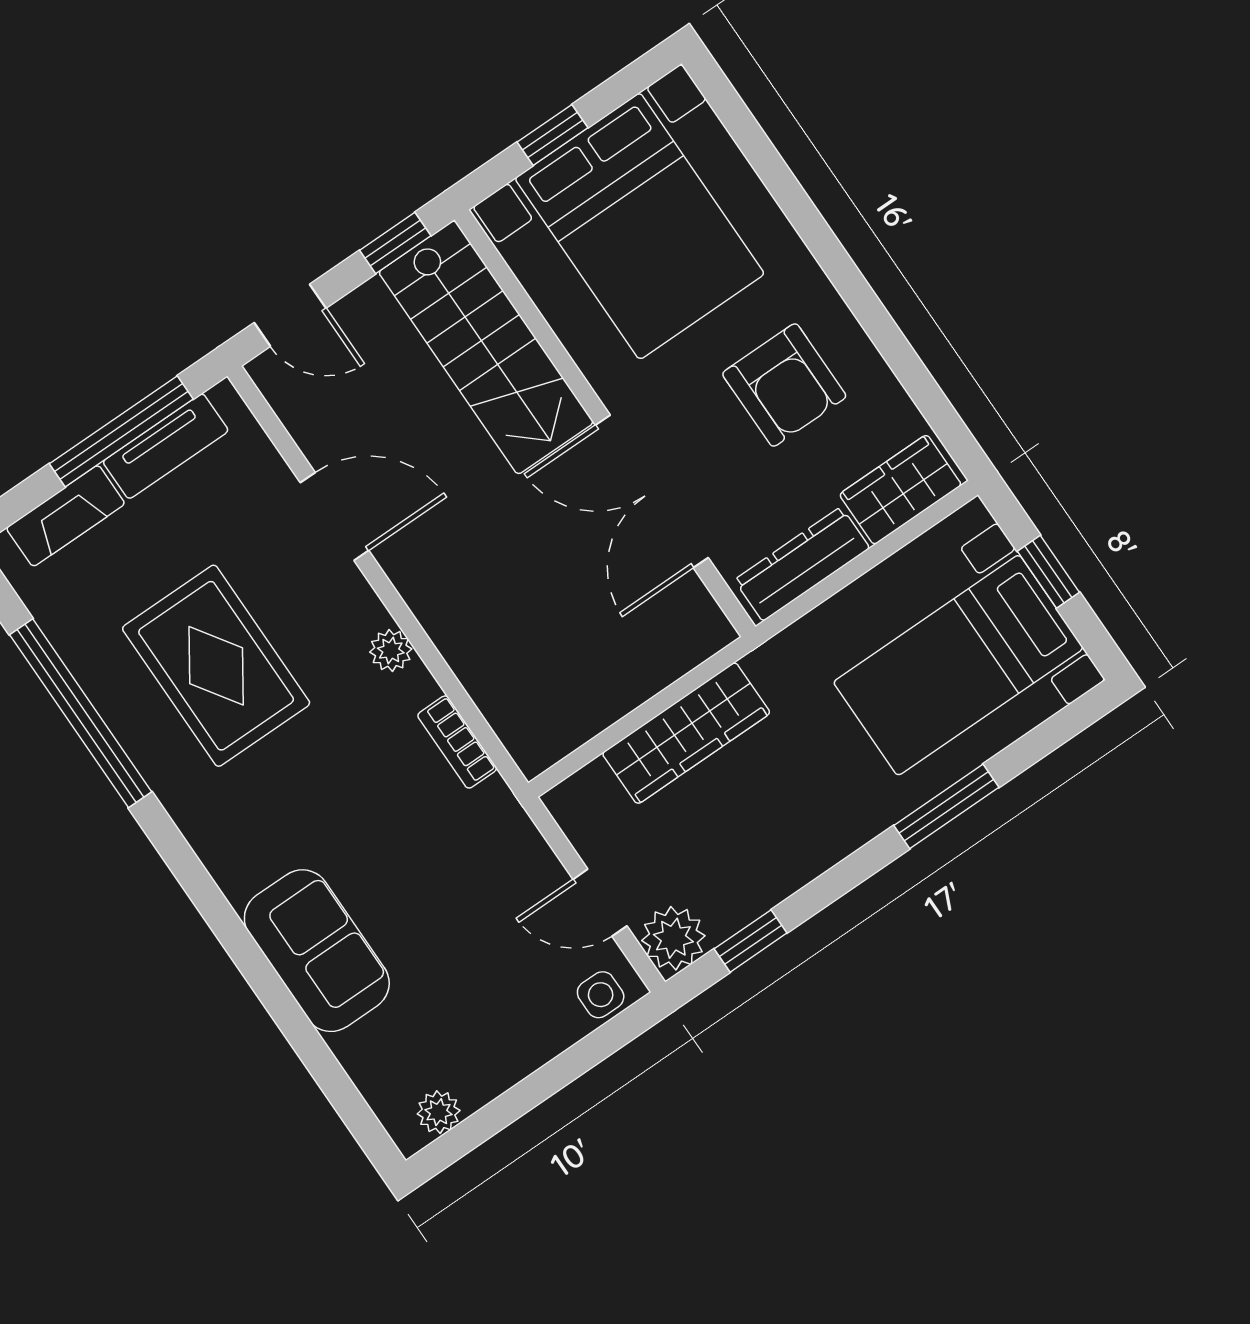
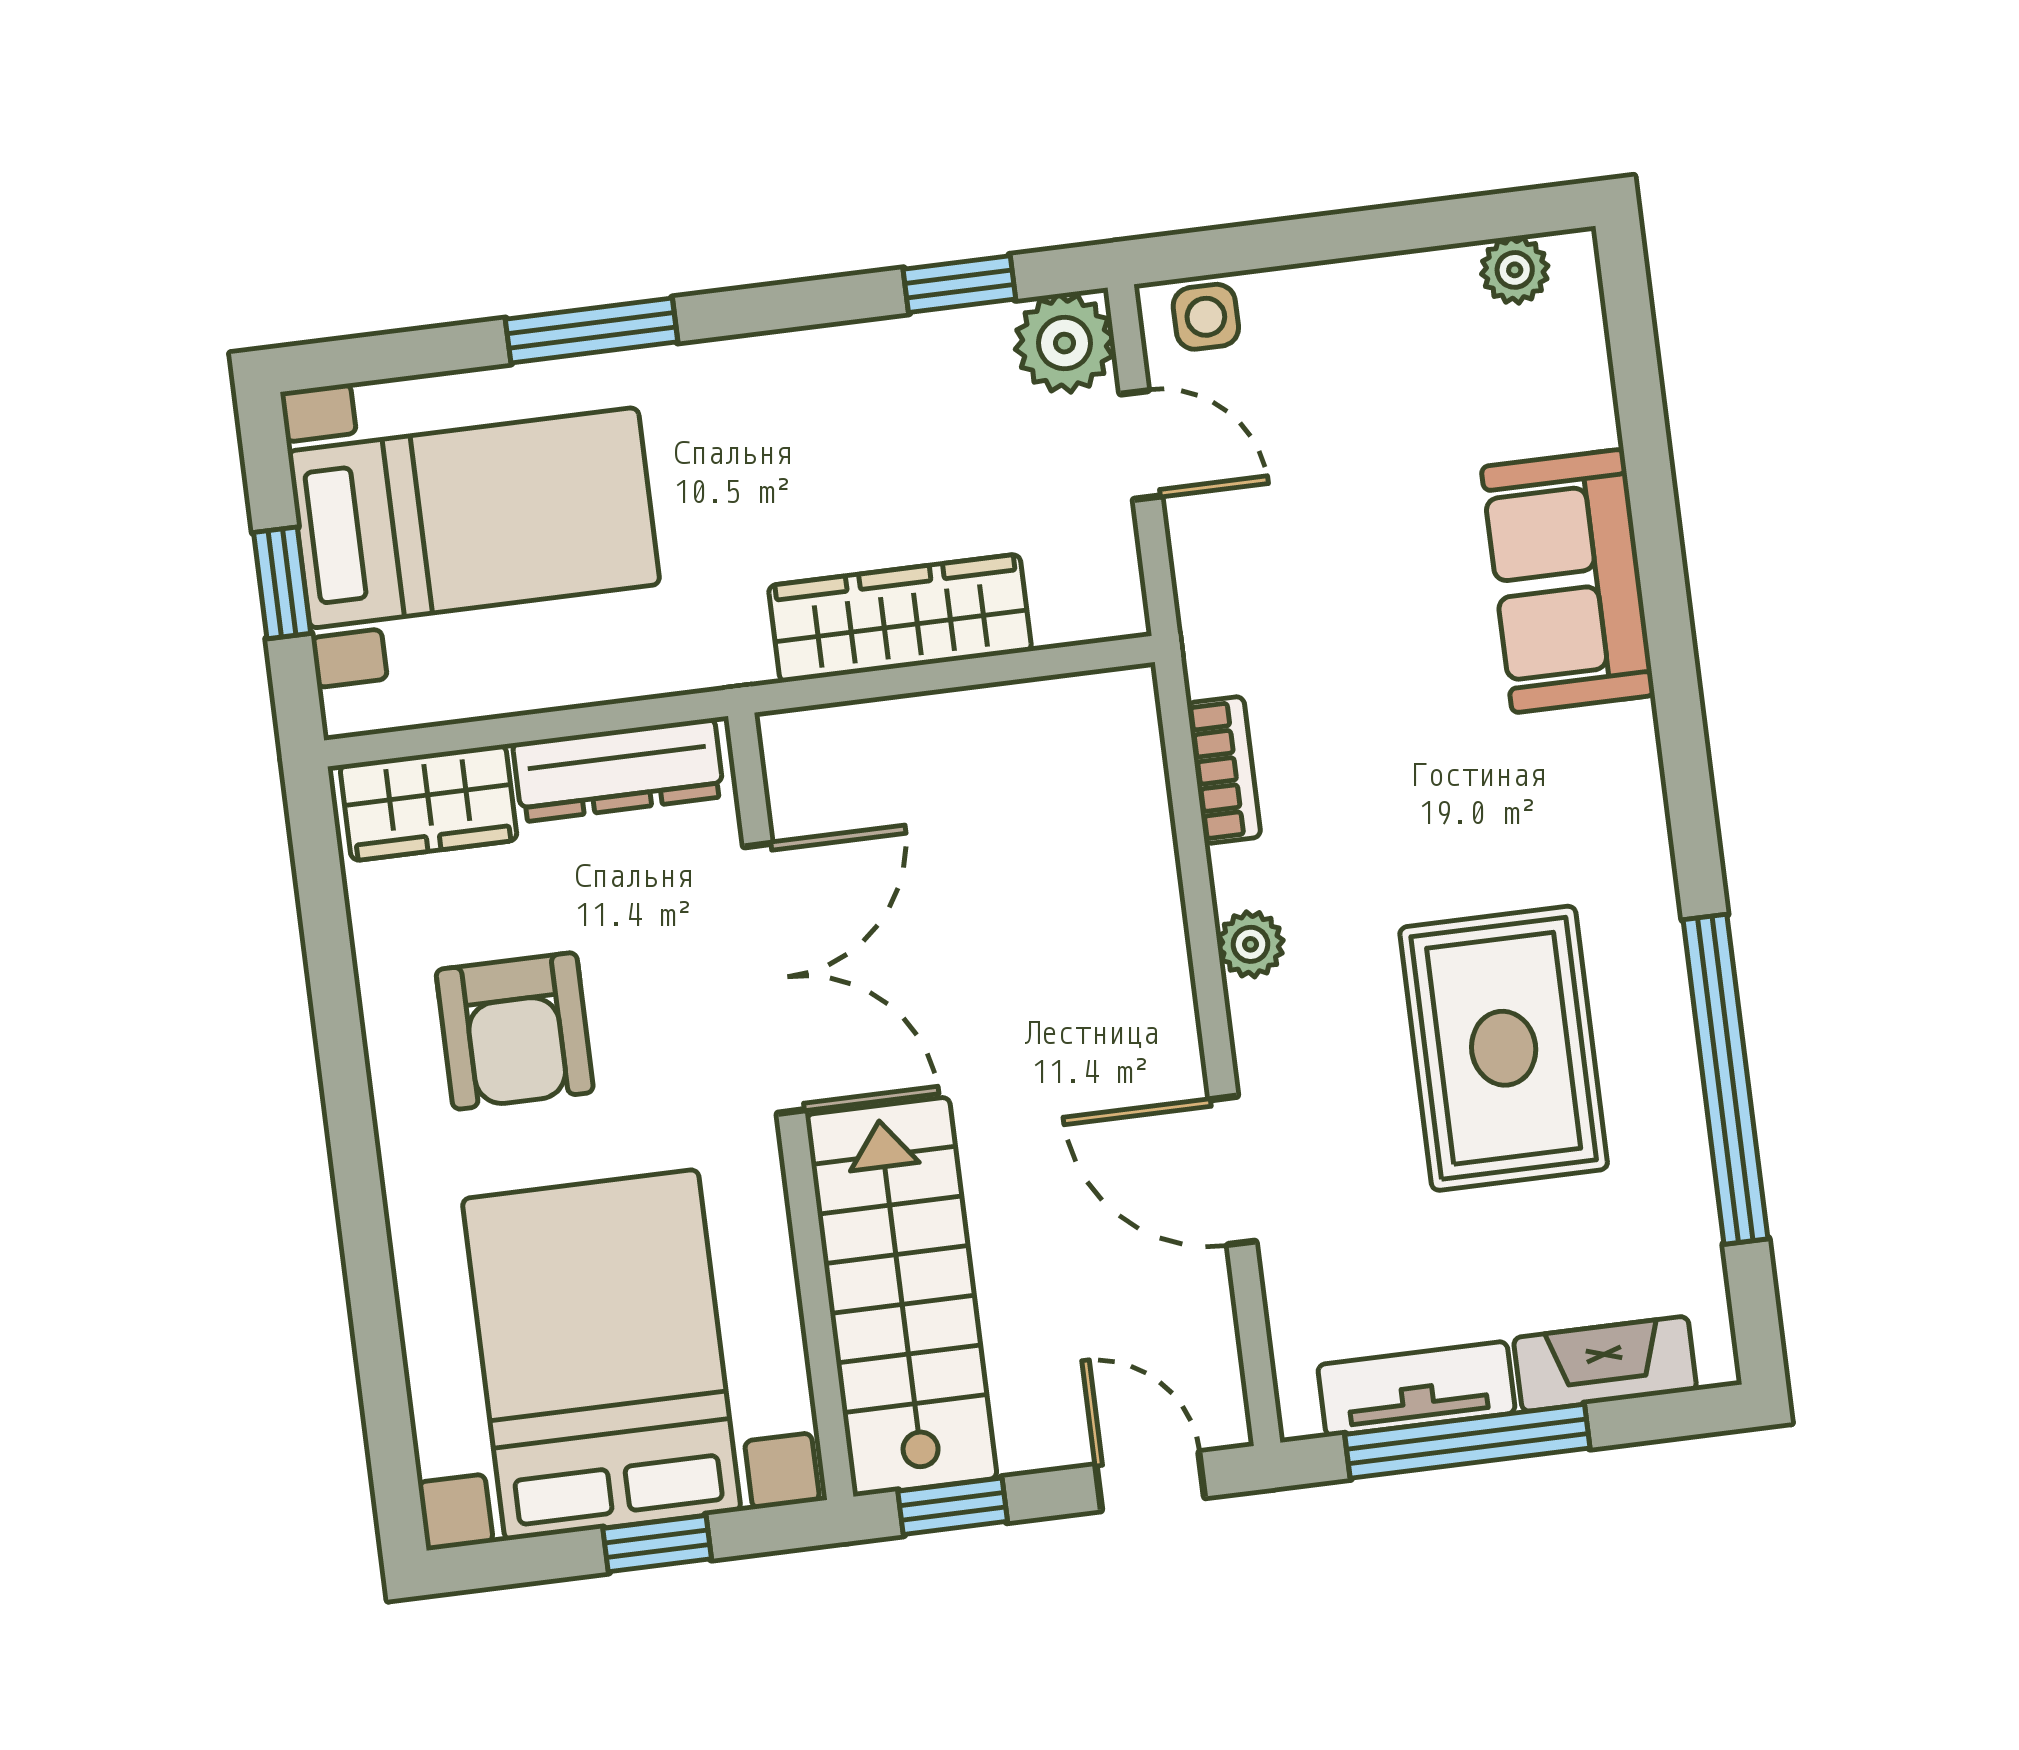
armchair: (784, 385) -> (515, 1031), turned 180

